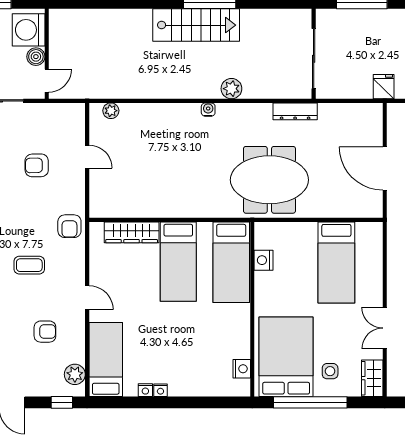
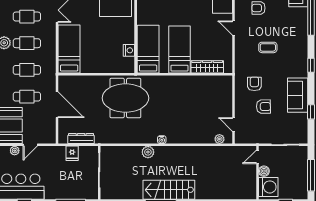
fridge: (384, 87) -> (72, 153), moved
dresser: (295, 111) -> (81, 139), moved
door: (87, 157) -> (234, 124), moved
armchair: (69, 226) -> (254, 84), moved
bed: (336, 262) -> (69, 49), moved

